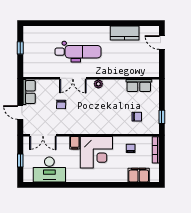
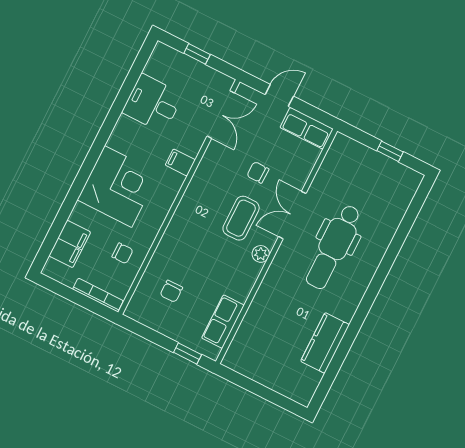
door: (162, 43) -> (277, 399), removed
coffee table: (86, 101) -> (241, 218), added
window: (162, 117) -> (188, 354), moved
double door: (43, 135) -> (221, 114), swing flipped
corner desk: (96, 152) -> (118, 186), moved, turned 180
desk: (49, 169) -> (153, 103), width x0.73

